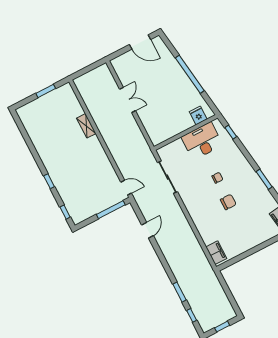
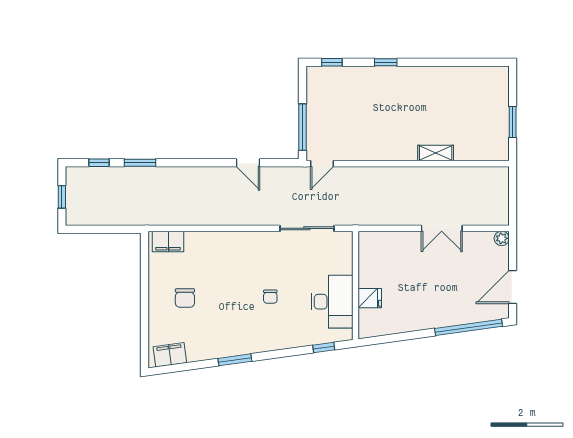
plant: (116, 63) -> (502, 238), added
window: (190, 74) -> (468, 327), moved
fridge: (198, 115) -> (370, 298), moved
chair: (228, 202) -> (185, 298), moved

